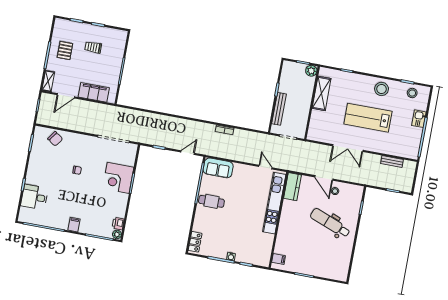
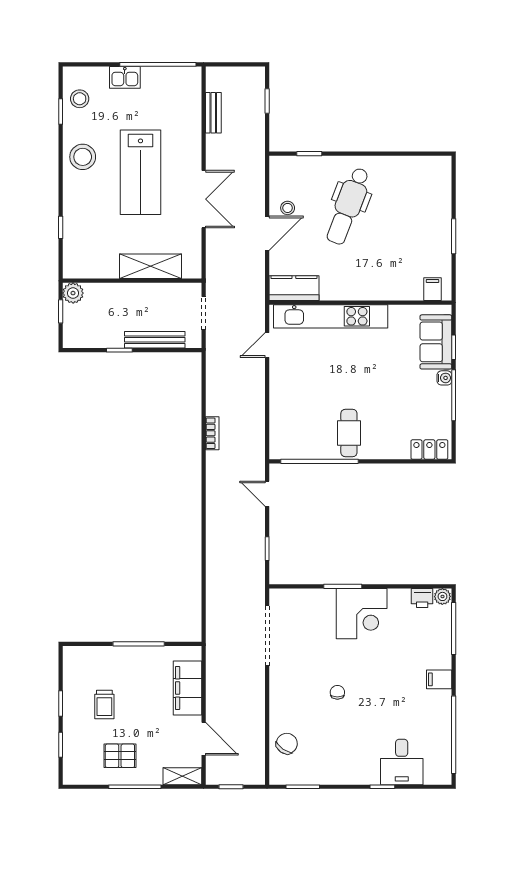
shelving: (322, 93) -> (150, 266), moved
sofa: (218, 168) -> (436, 342), moved, turned 180
corner desk: (118, 178) -> (362, 614), moved

